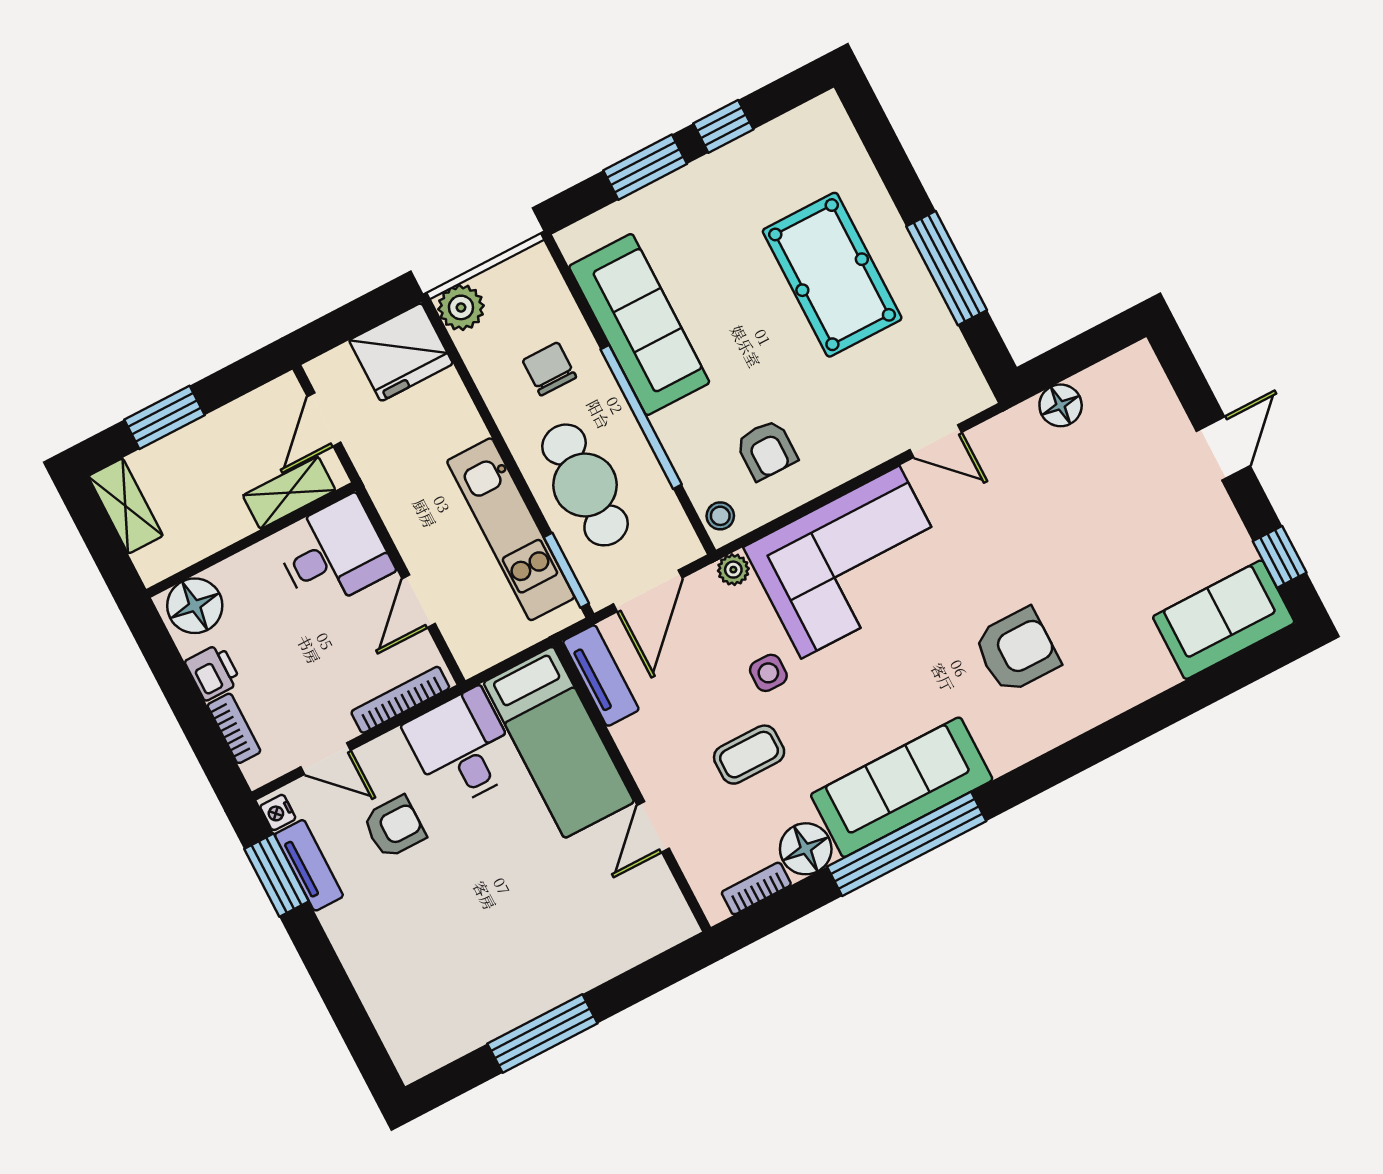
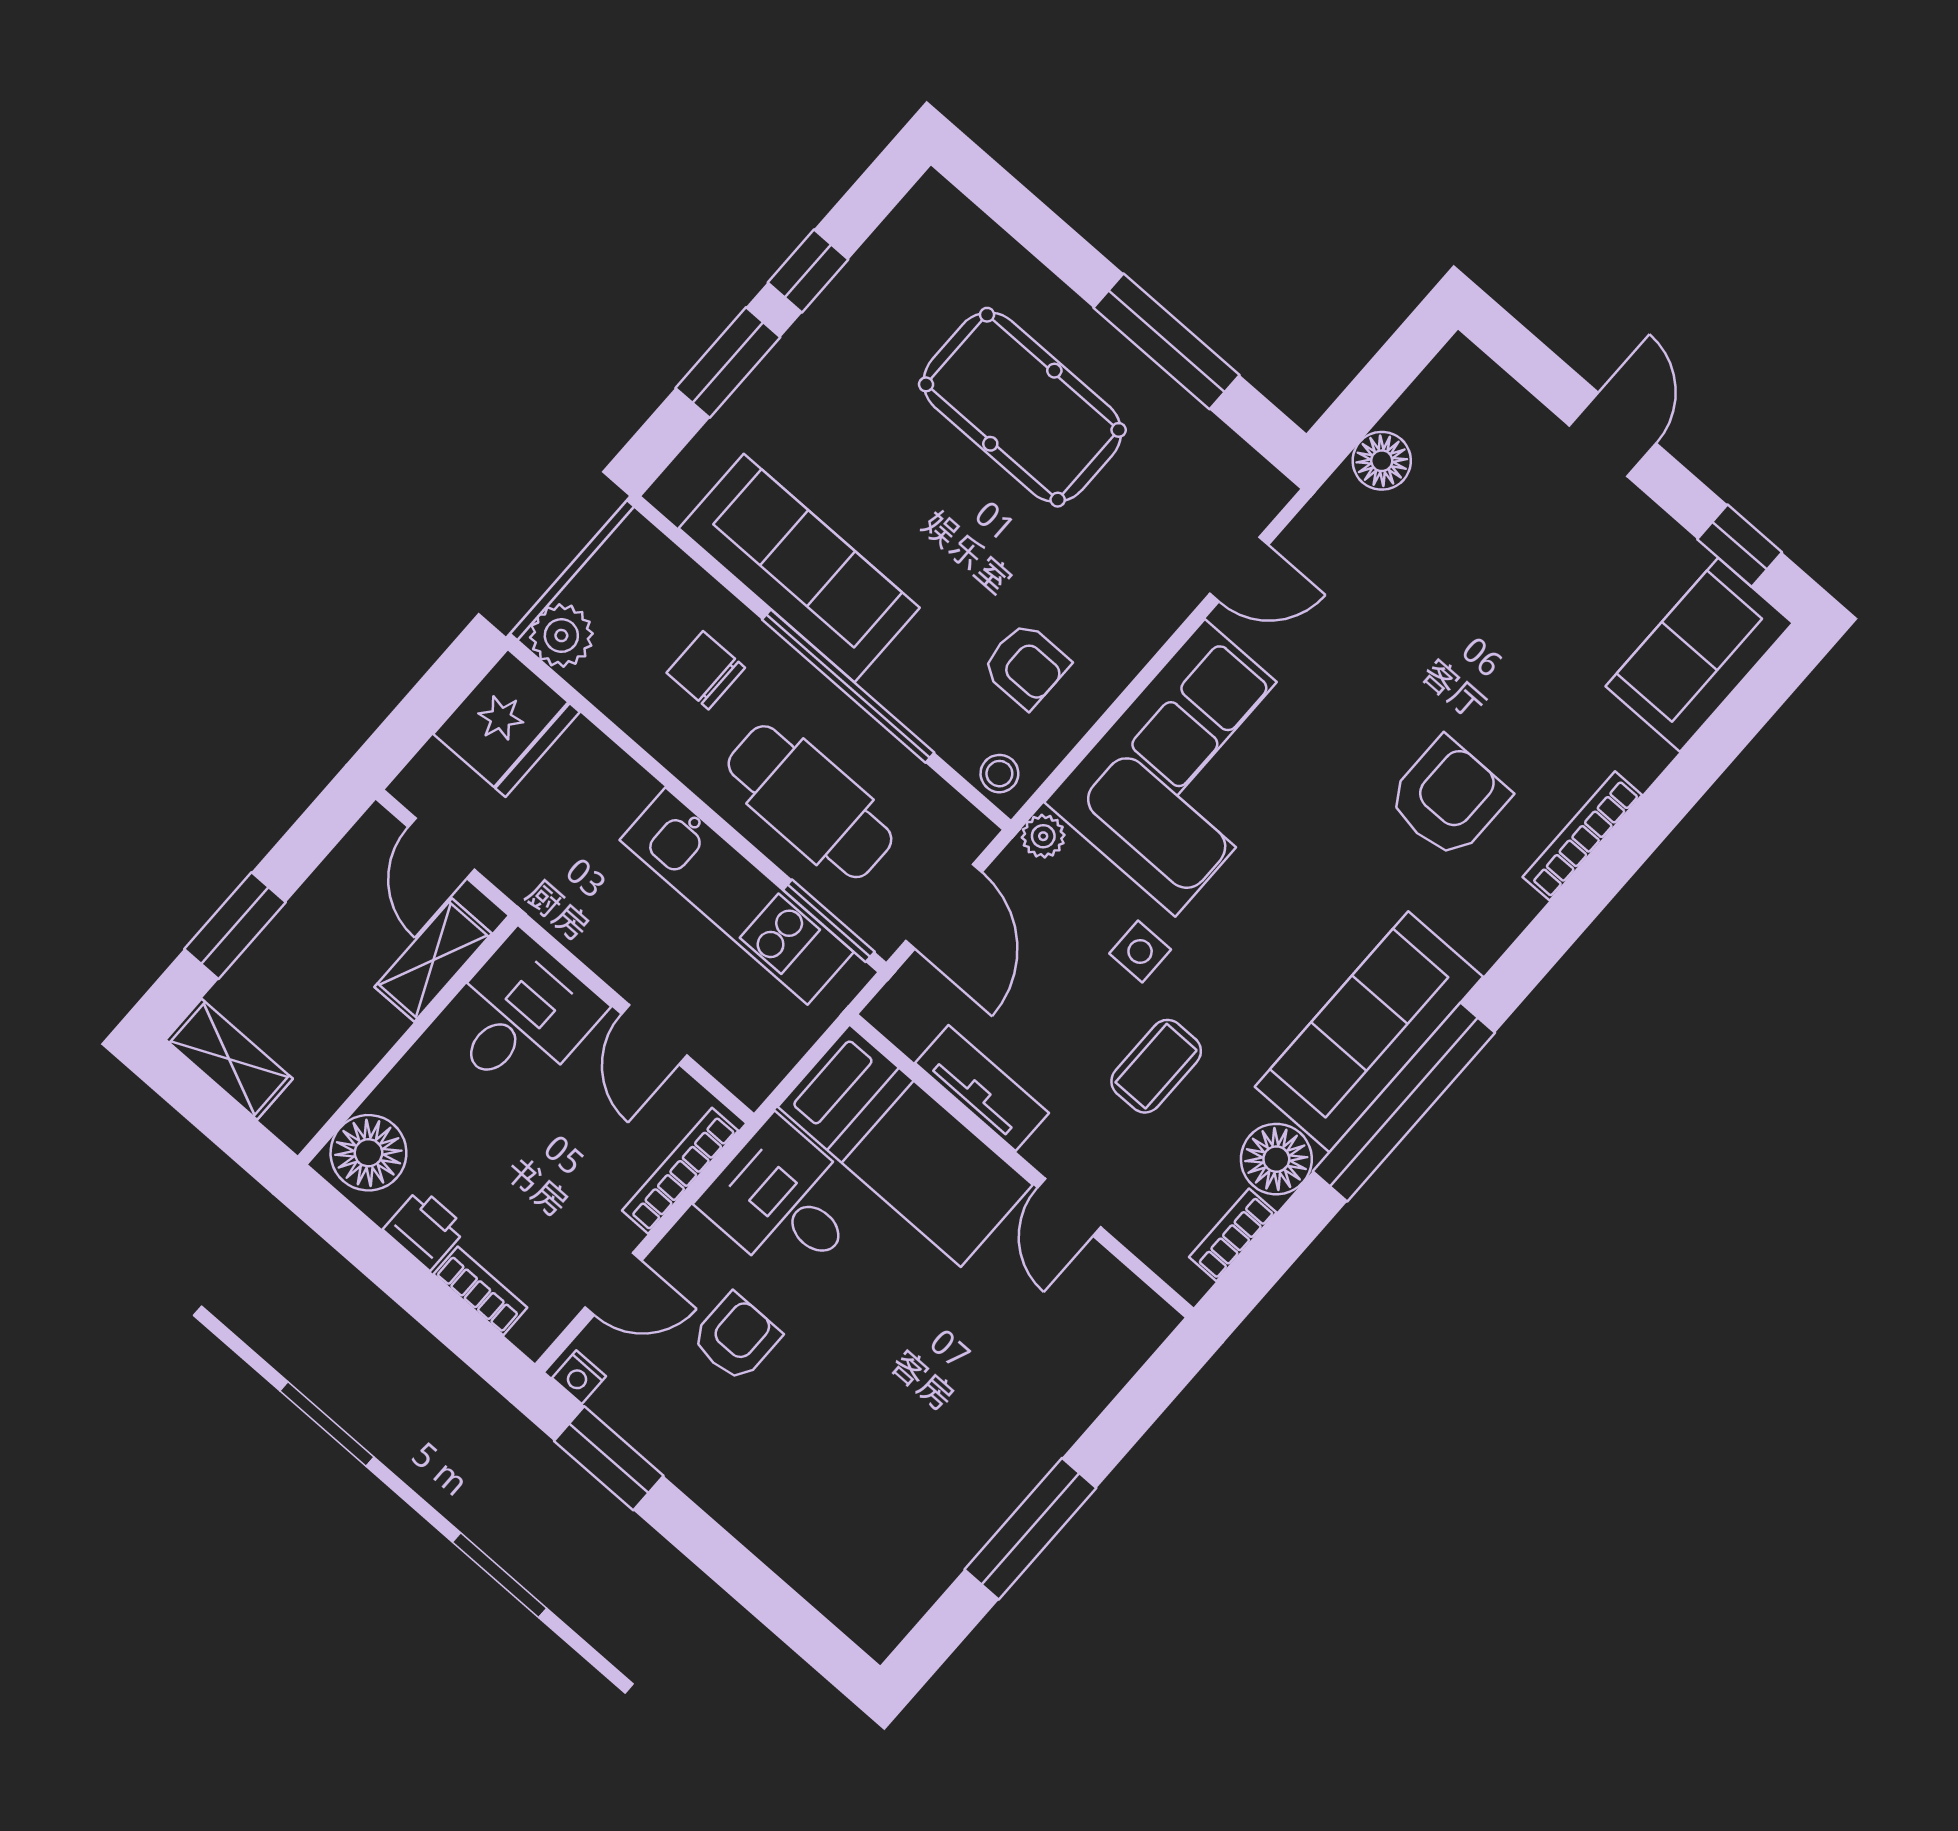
tv unit: (601, 676) -> (982, 1088), moved
bookcase: (1097, 711) -> (1582, 836), added
tv unit: (309, 865) -> (646, 1429), removed

